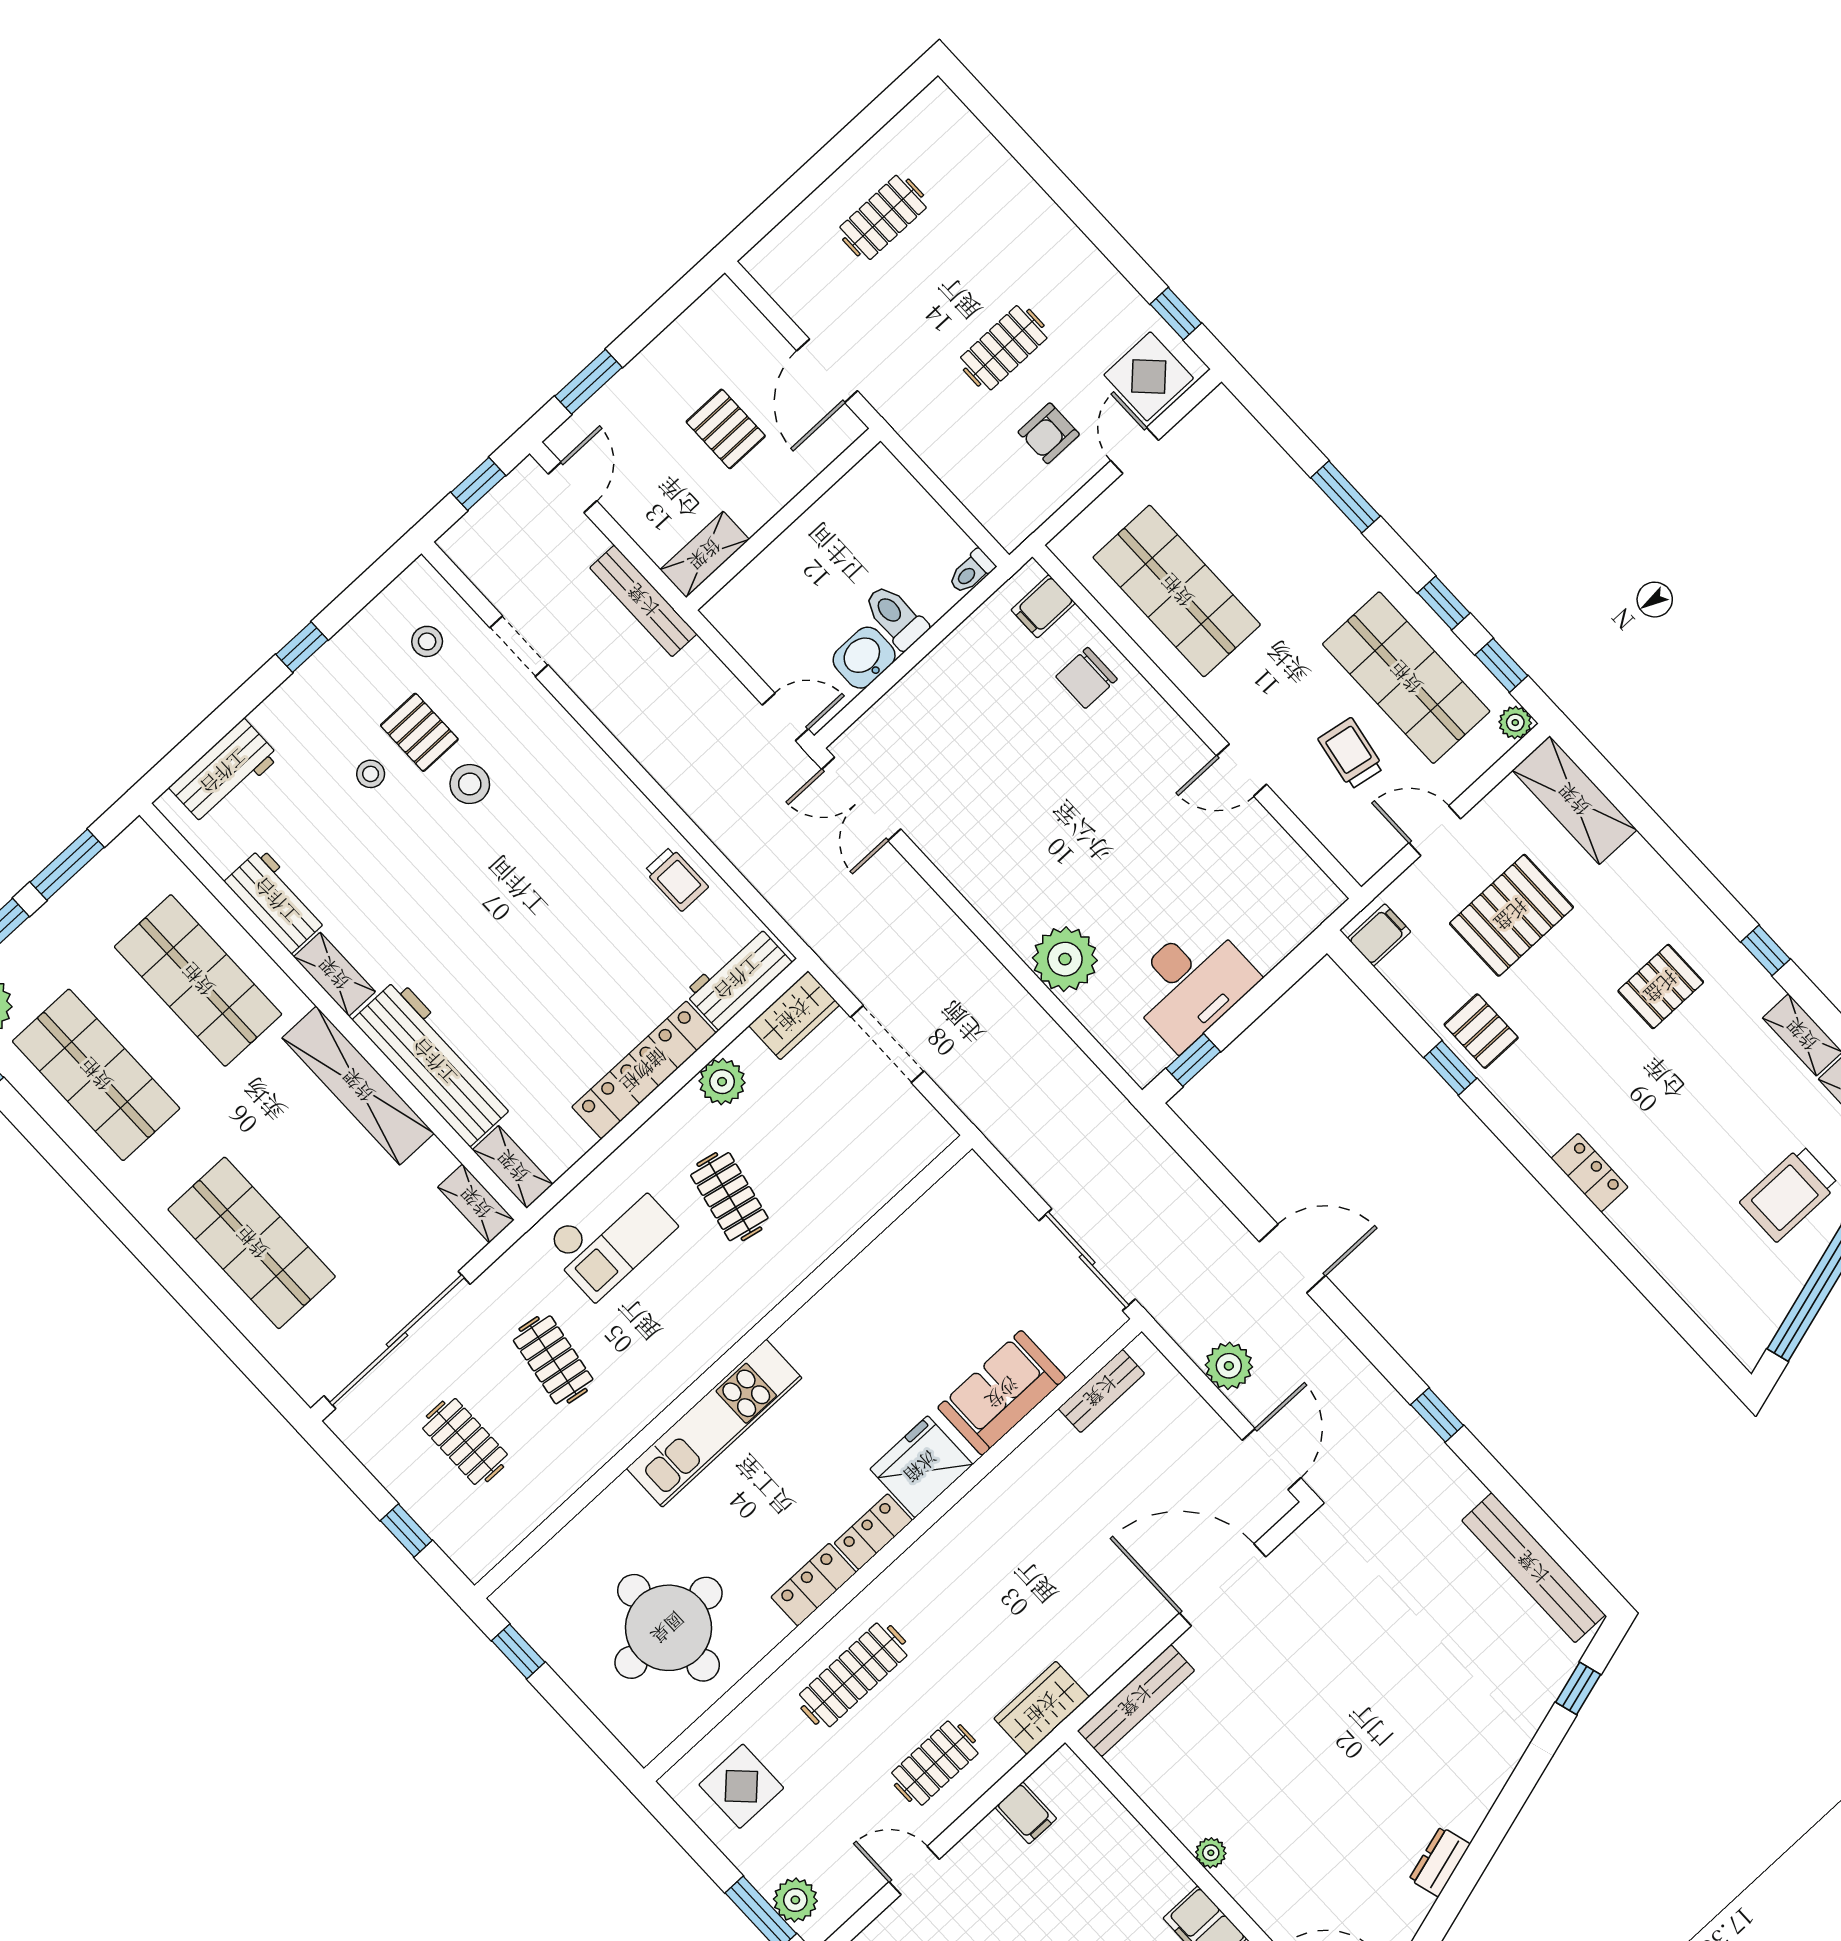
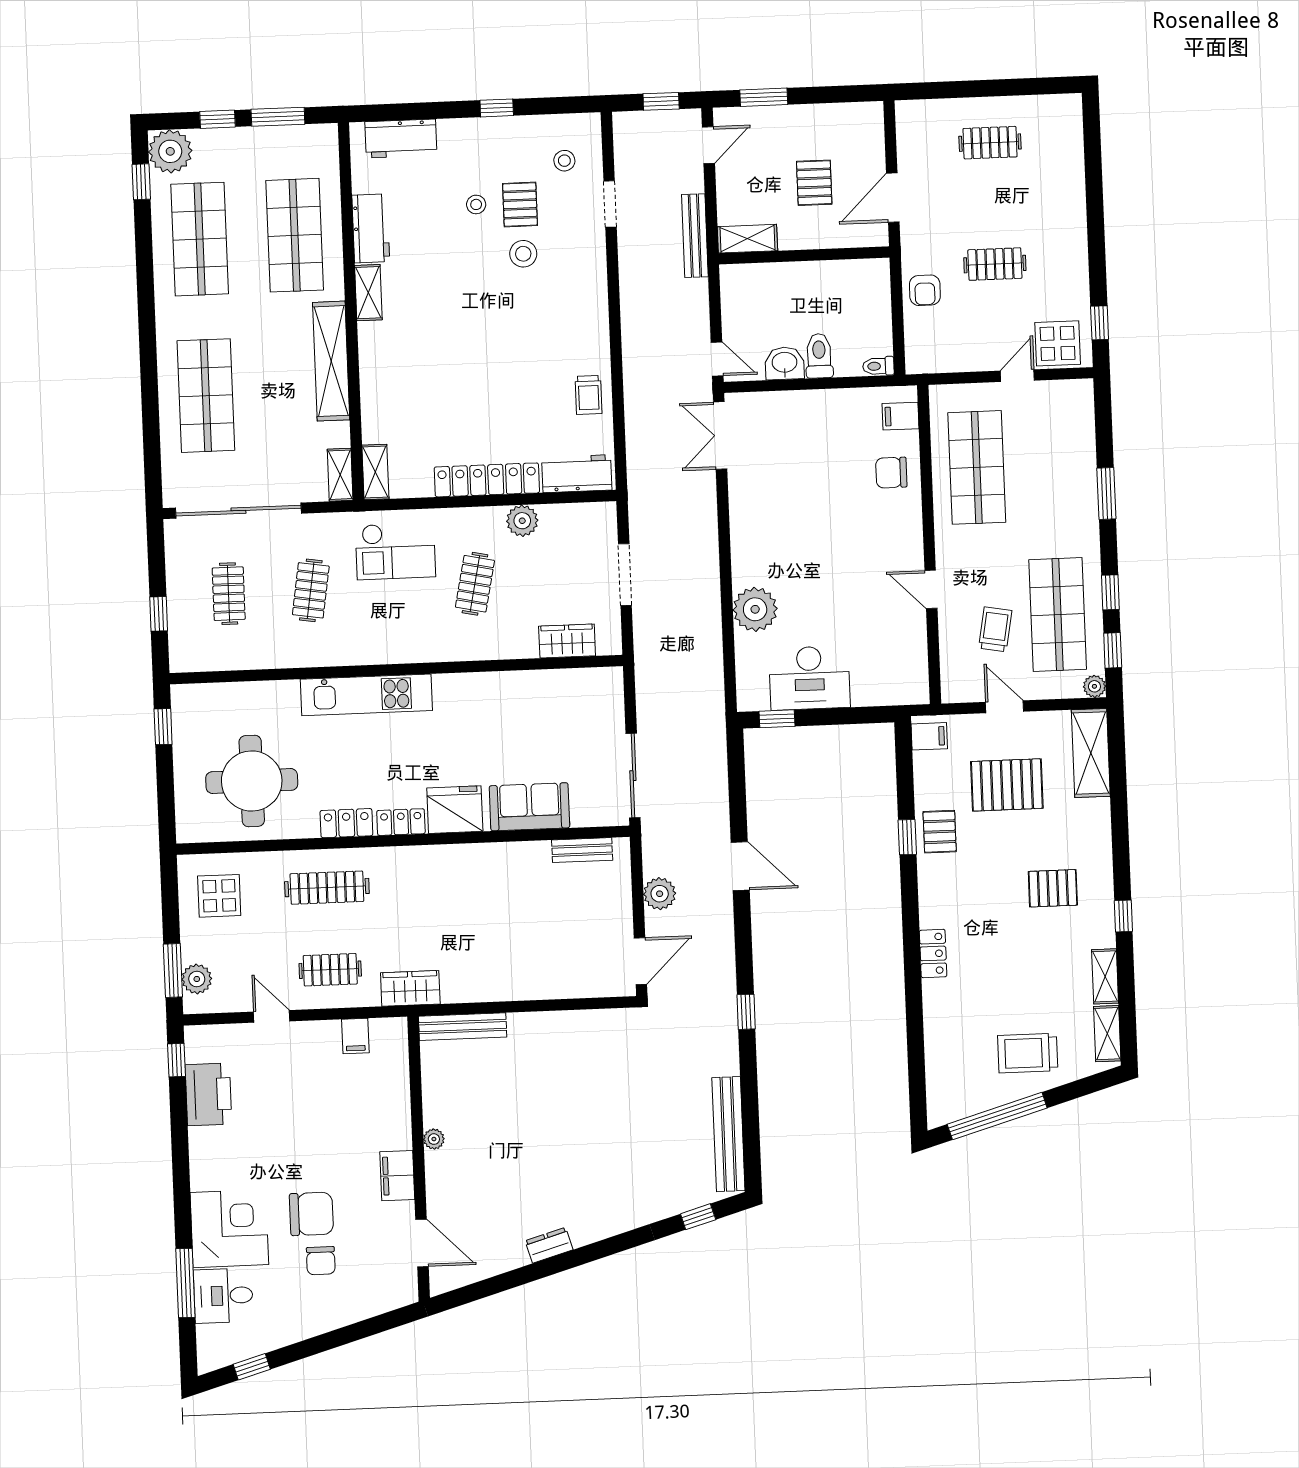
armchair: (1049, 433) -> (925, 290), moved, turned -90
wardrobe: (794, 1015) -> (567, 641), moved, turned 180
workbench: (434, 1062) -> (381, 383), removed
door: (1223, 1585) -> (559, 1005), removed

